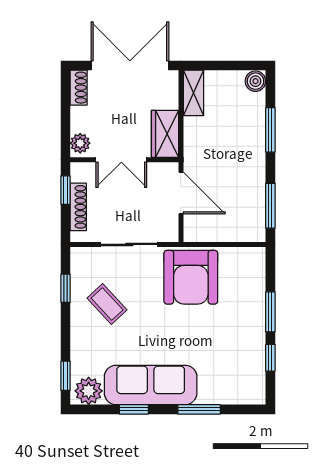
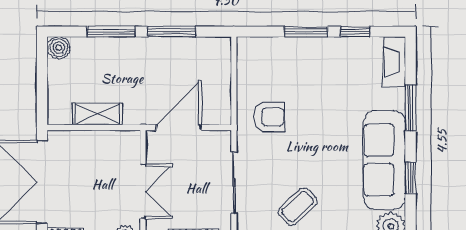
shelving: (193, 93) -> (97, 114), moved
wardrobe: (165, 134) -> (115, 145), removed
window: (270, 206) -> (172, 32), moved
armchair: (191, 277) -> (269, 117), width x0.53, depth x0.53
fireplace: (242, 394) -> (395, 62), added

